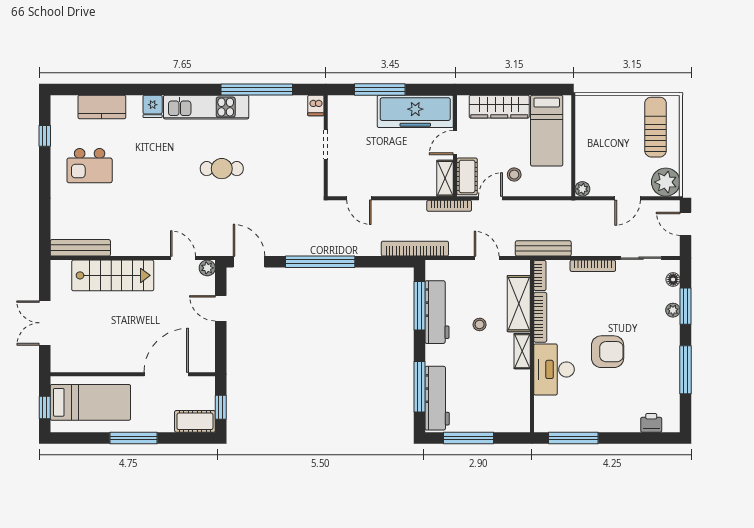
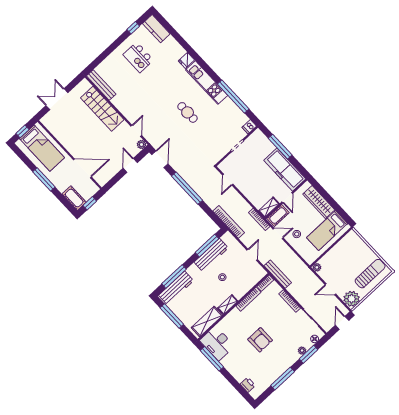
kitchen counter: (102, 107) -> (156, 29), moved
door: (455, 143) -> (287, 198), swing flipped
shelving: (519, 304) -> (207, 322), moved
desk: (554, 369) -> (217, 343), moved, turned -90

